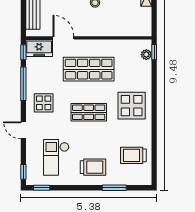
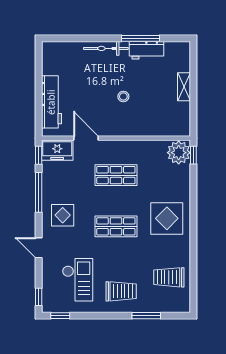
plant: (146, 55) -> (179, 153), width x1.87, depth x1.87
shop shelf: (89, 69) -> (116, 175), width x0.70, depth x0.74
checkout: (56, 157) -> (78, 280), turned 180

